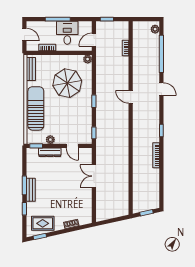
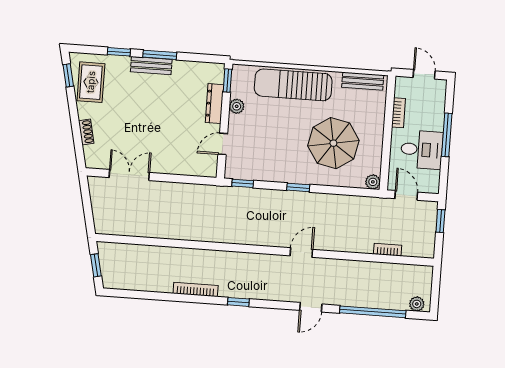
door: (24, 35) -> (424, 74), swing flipped
sun lounger: (36, 108) -> (293, 85), turned 180
double door: (94, 176) -> (129, 175), moved

